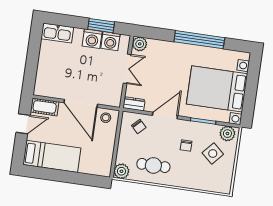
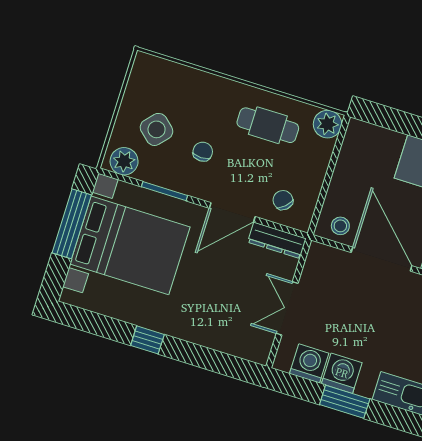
window: (101, 26) -> (345, 402), moved
window: (199, 40) -> (147, 340), width x0.32
plant: (140, 44) -> (257, 350), removed
window: (250, 95) -> (72, 224), added
dresser: (134, 104) -> (277, 240), width x1.44

